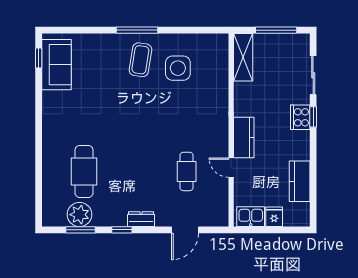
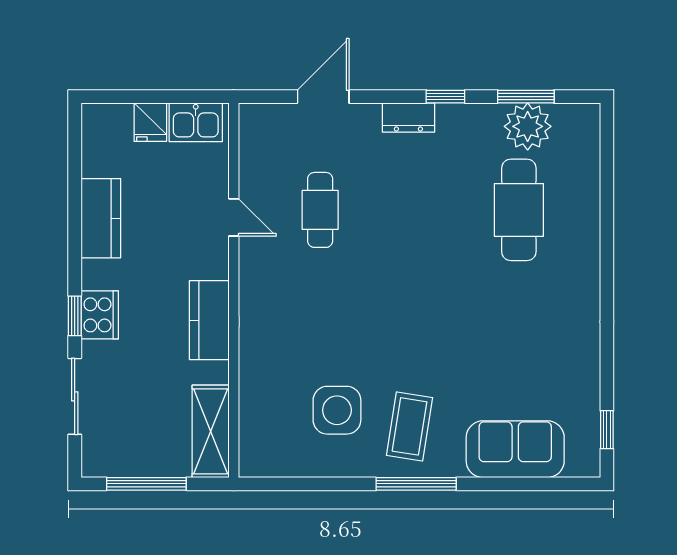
sofa: (56, 65) -> (515, 449), moved, turned 90
kitchen counter: (244, 137) -> (209, 320), moved
kitchen counter: (300, 181) -> (101, 218), moved

